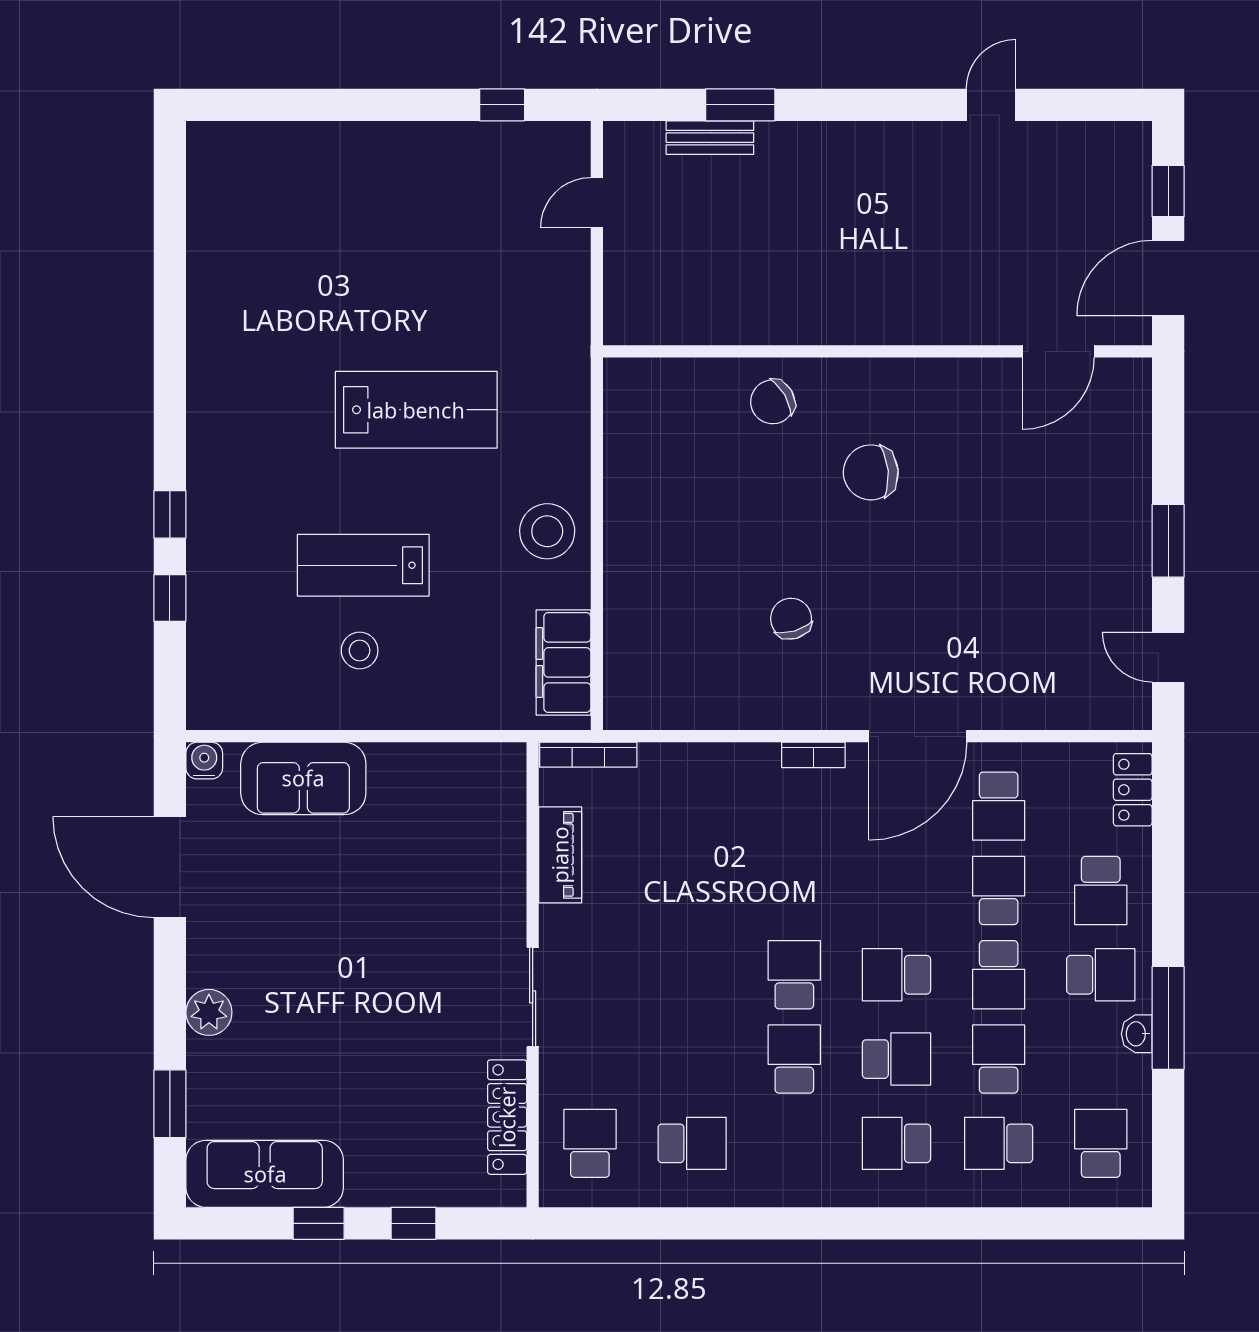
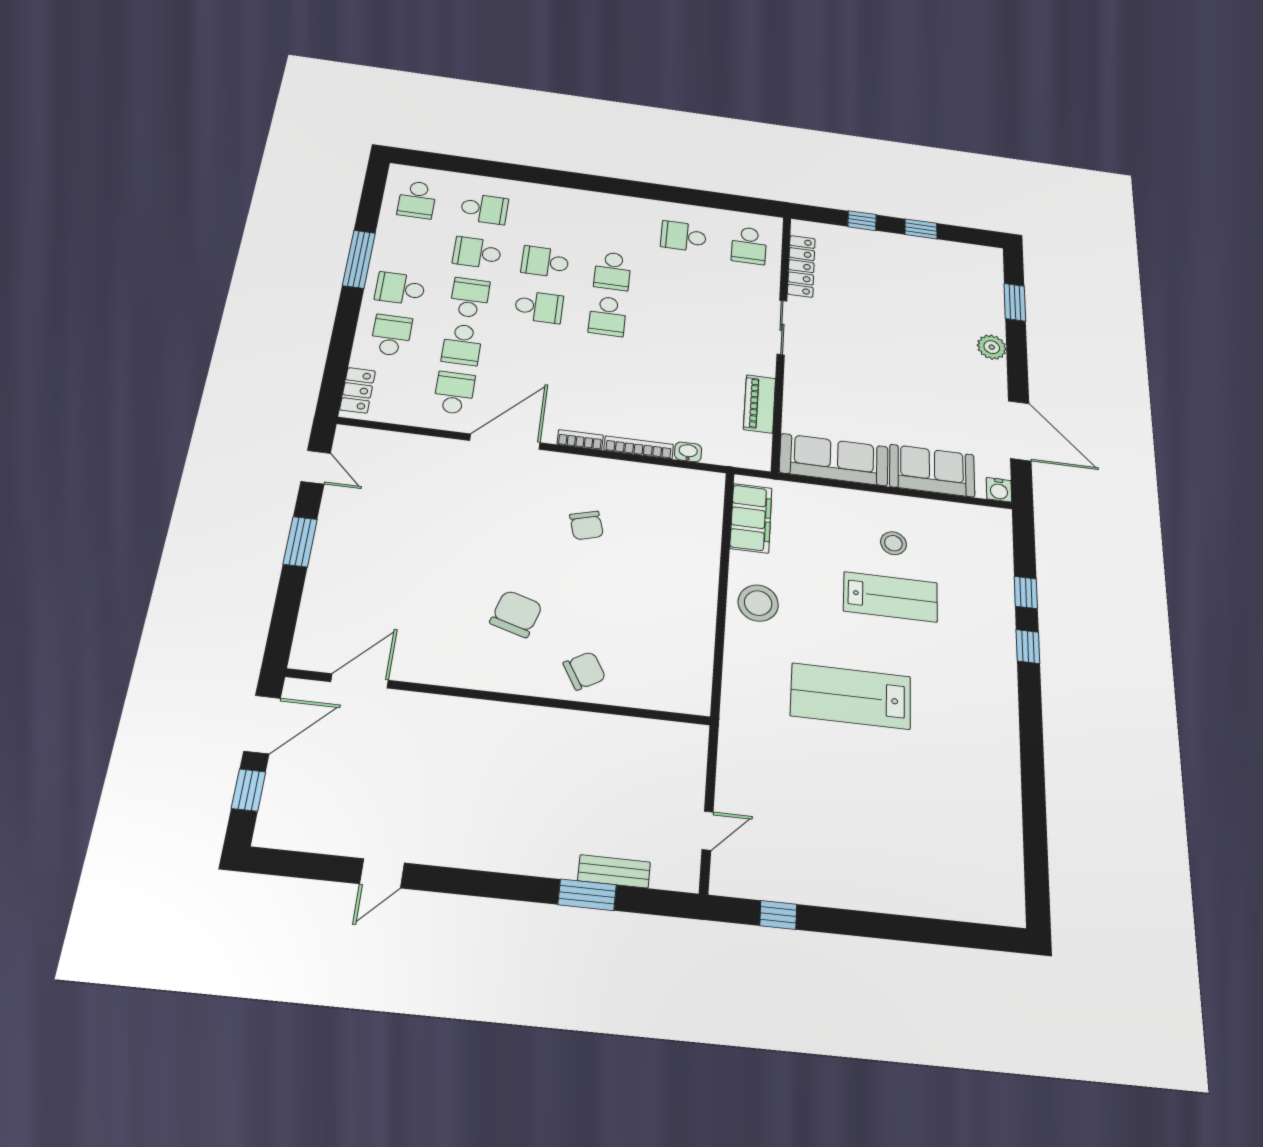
chair: (871, 472) -> (516, 614), turned -68
bookcase: (588, 755) -> (639, 447), moved
washbasin: (1137, 1034) -> (688, 452), moved, turned -90
school desk: (999, 1059) -> (477, 253), turned 90
school desk: (896, 1143) -> (551, 218), removed
sofa: (265, 1174) -> (834, 460), moved, turned 180

